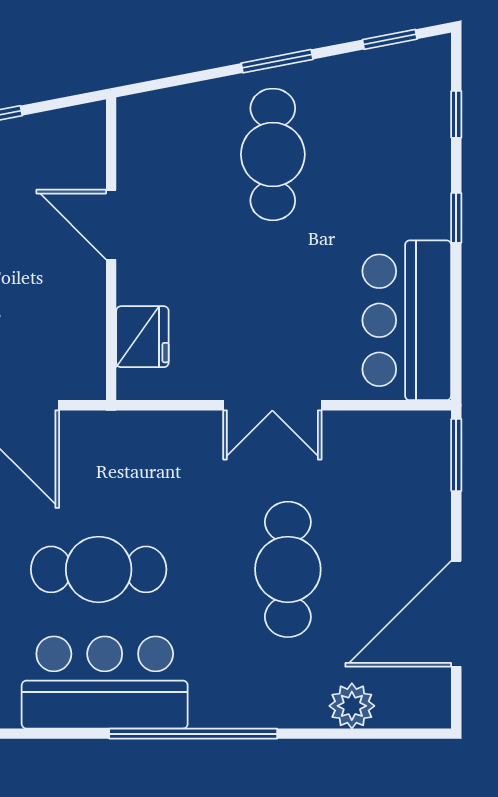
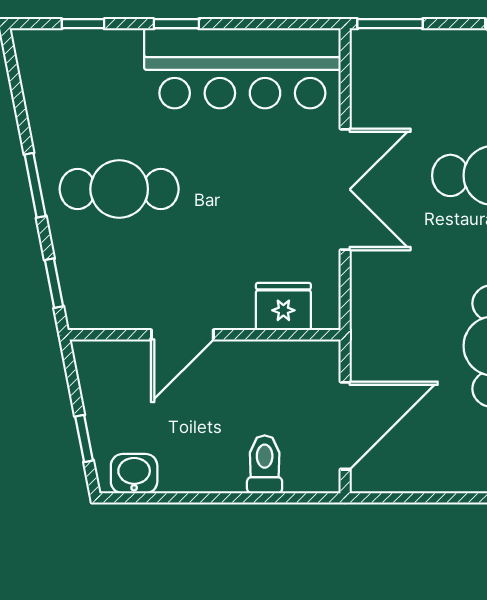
window: (390, 39) -> (54, 283), moved
bar counter: (407, 320) -> (242, 68), width x1.36
double door: (272, 405) -> (345, 189), width x1.37

